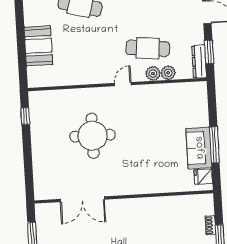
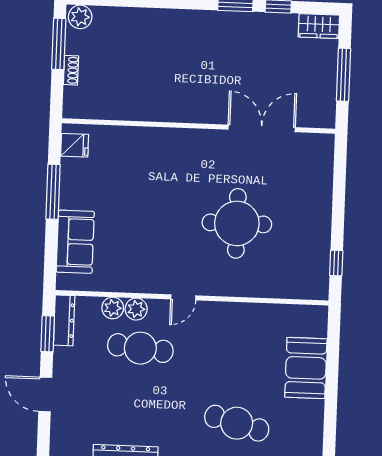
sofa: (199, 148) -> (75, 242), moved

